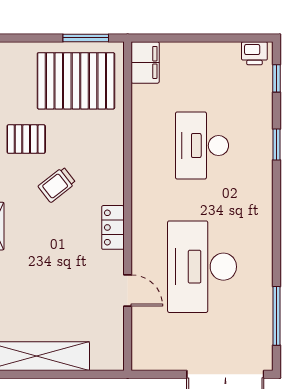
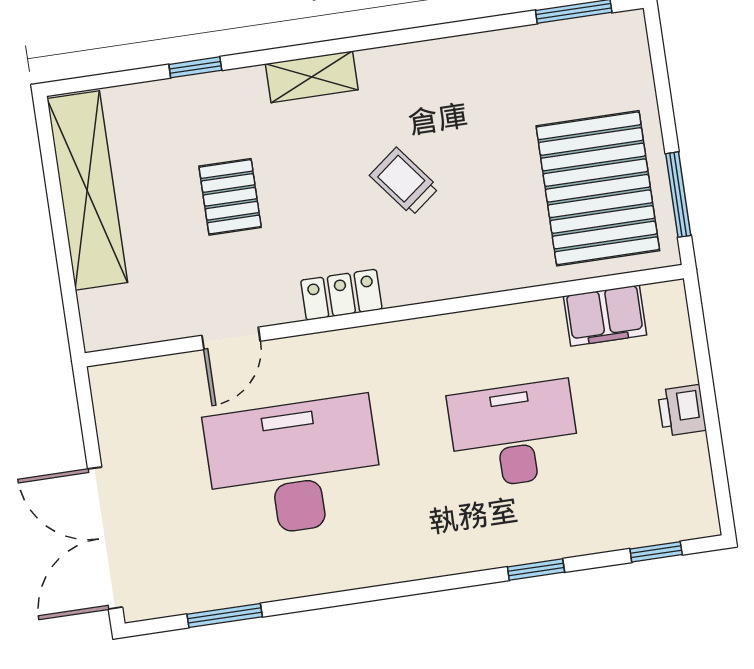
printer: (254, 53) -> (682, 410), moved
filing cabinet: (145, 62) -> (605, 316), moved
pallet: (26, 139) -> (230, 197), moved
window: (277, 316) -> (225, 616), width x0.69

